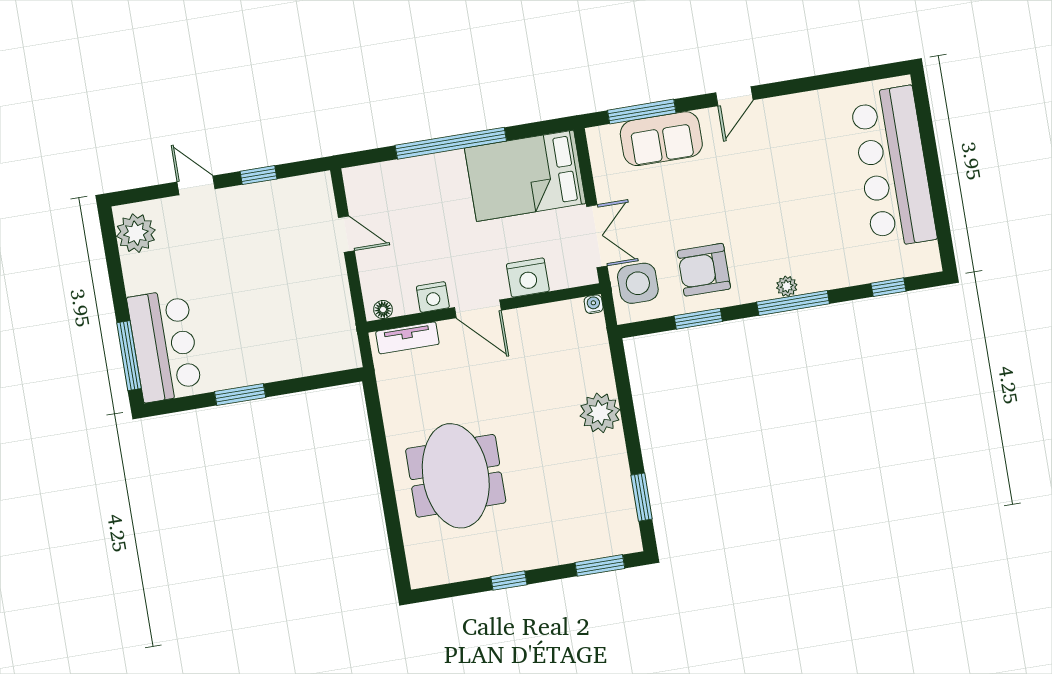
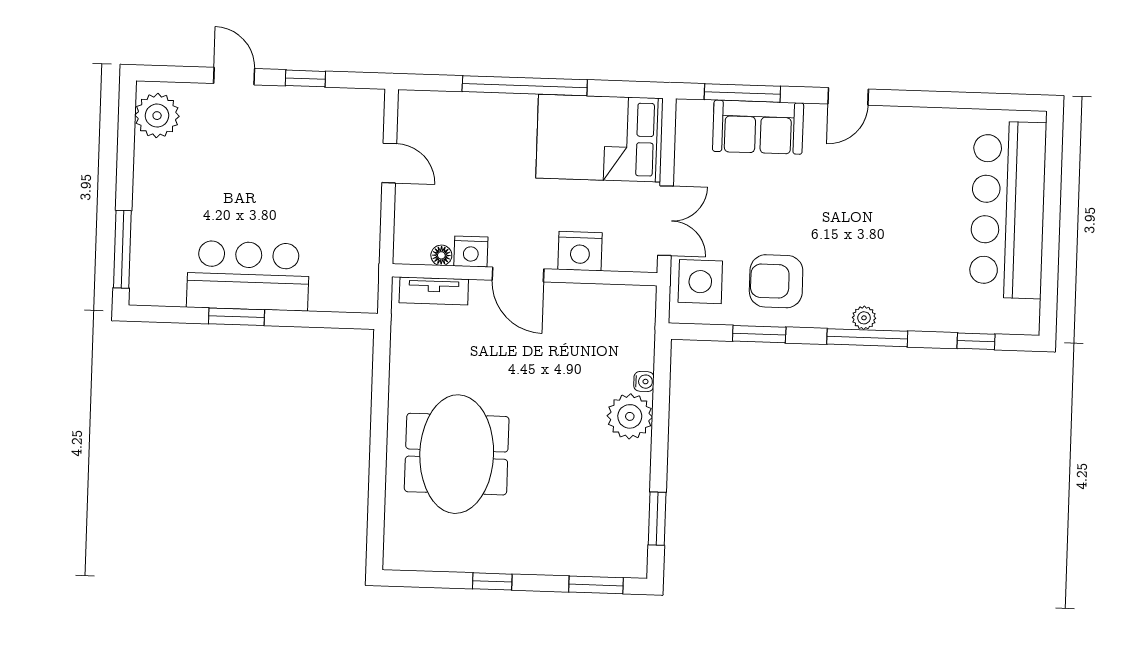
water cooler: (594, 304) -> (644, 382), moved, turned 90
floor lamp: (383, 310) -> (441, 255), moved
bar counter: (165, 346) -> (248, 276), moved, turned -90

